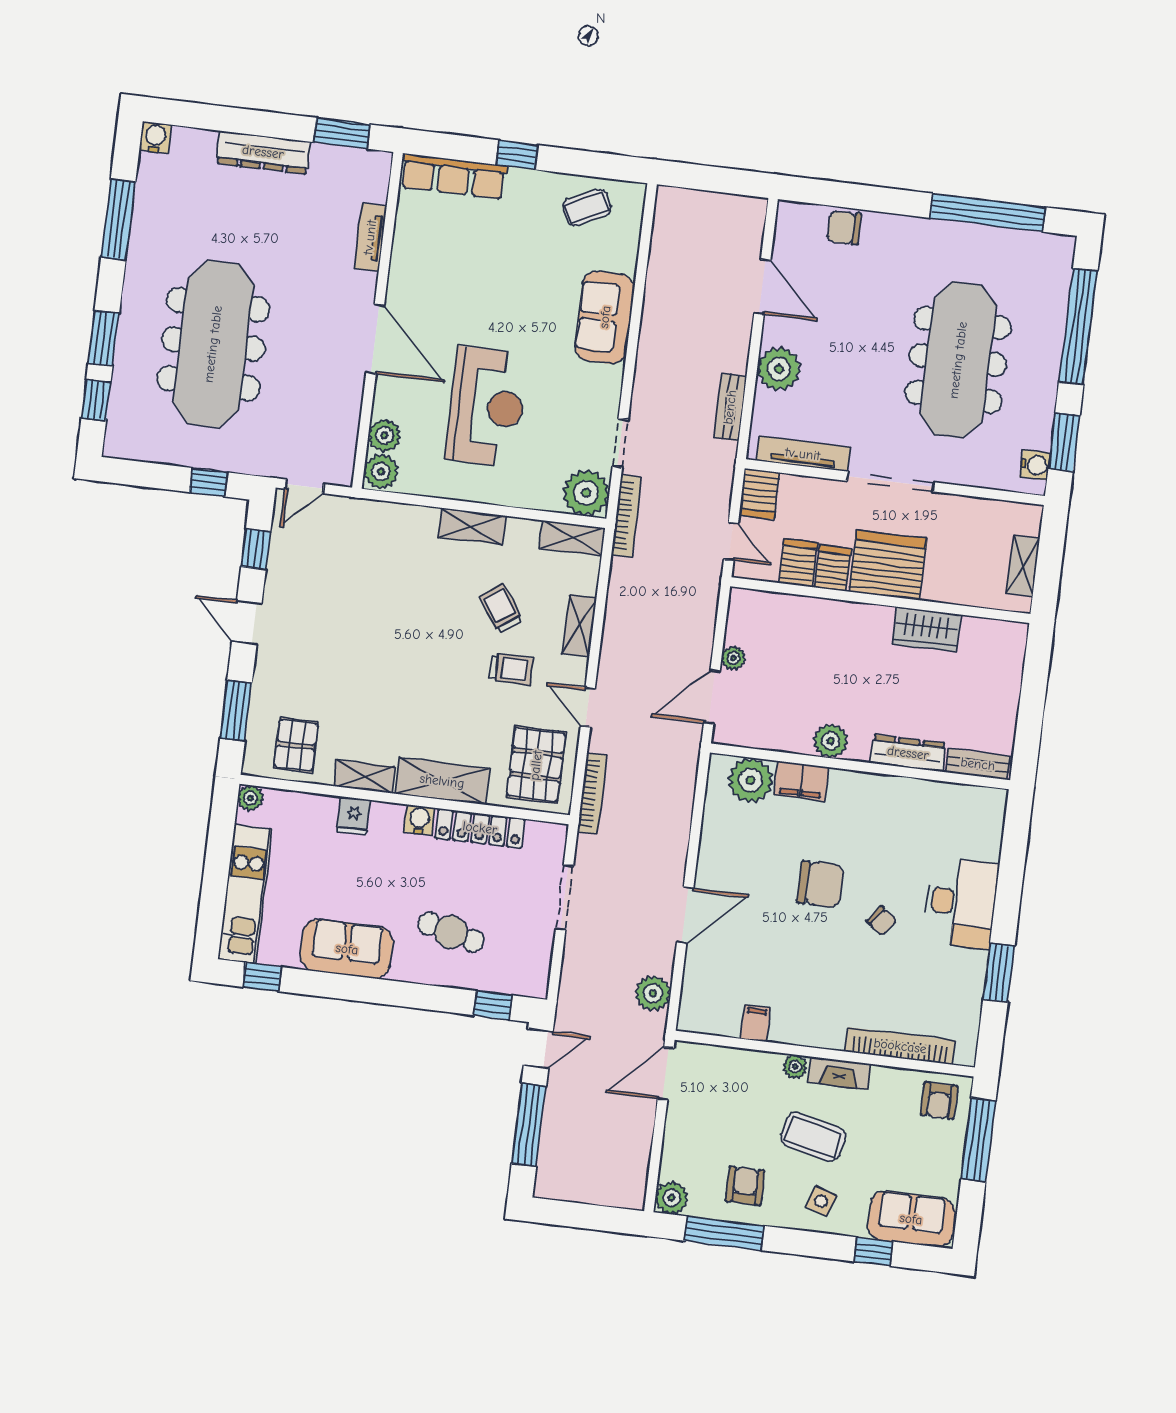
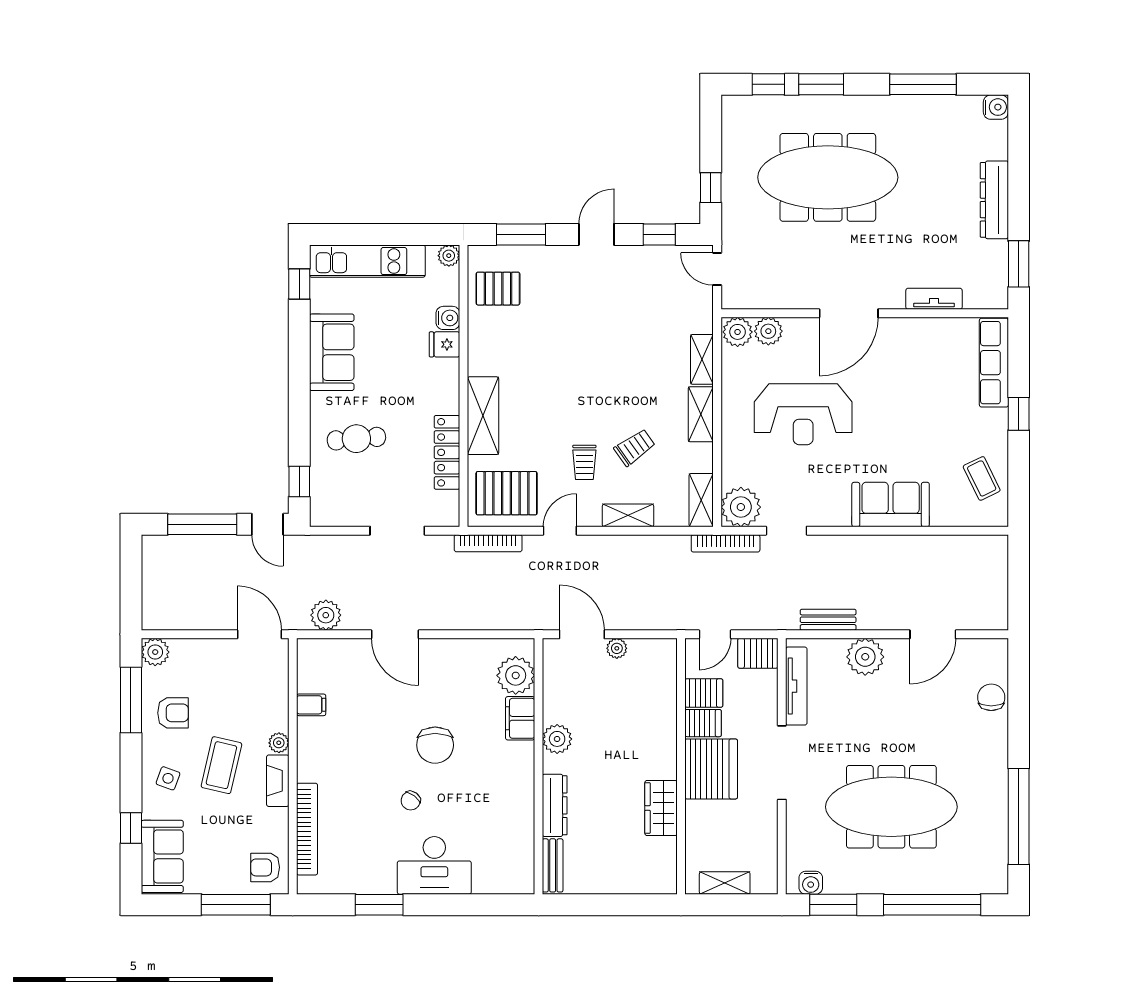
shelving: (364, 777) -> (702, 359), moved
water cooler: (419, 820) -> (448, 318), moved
cafe table: (451, 932) -> (356, 439), turned 71

